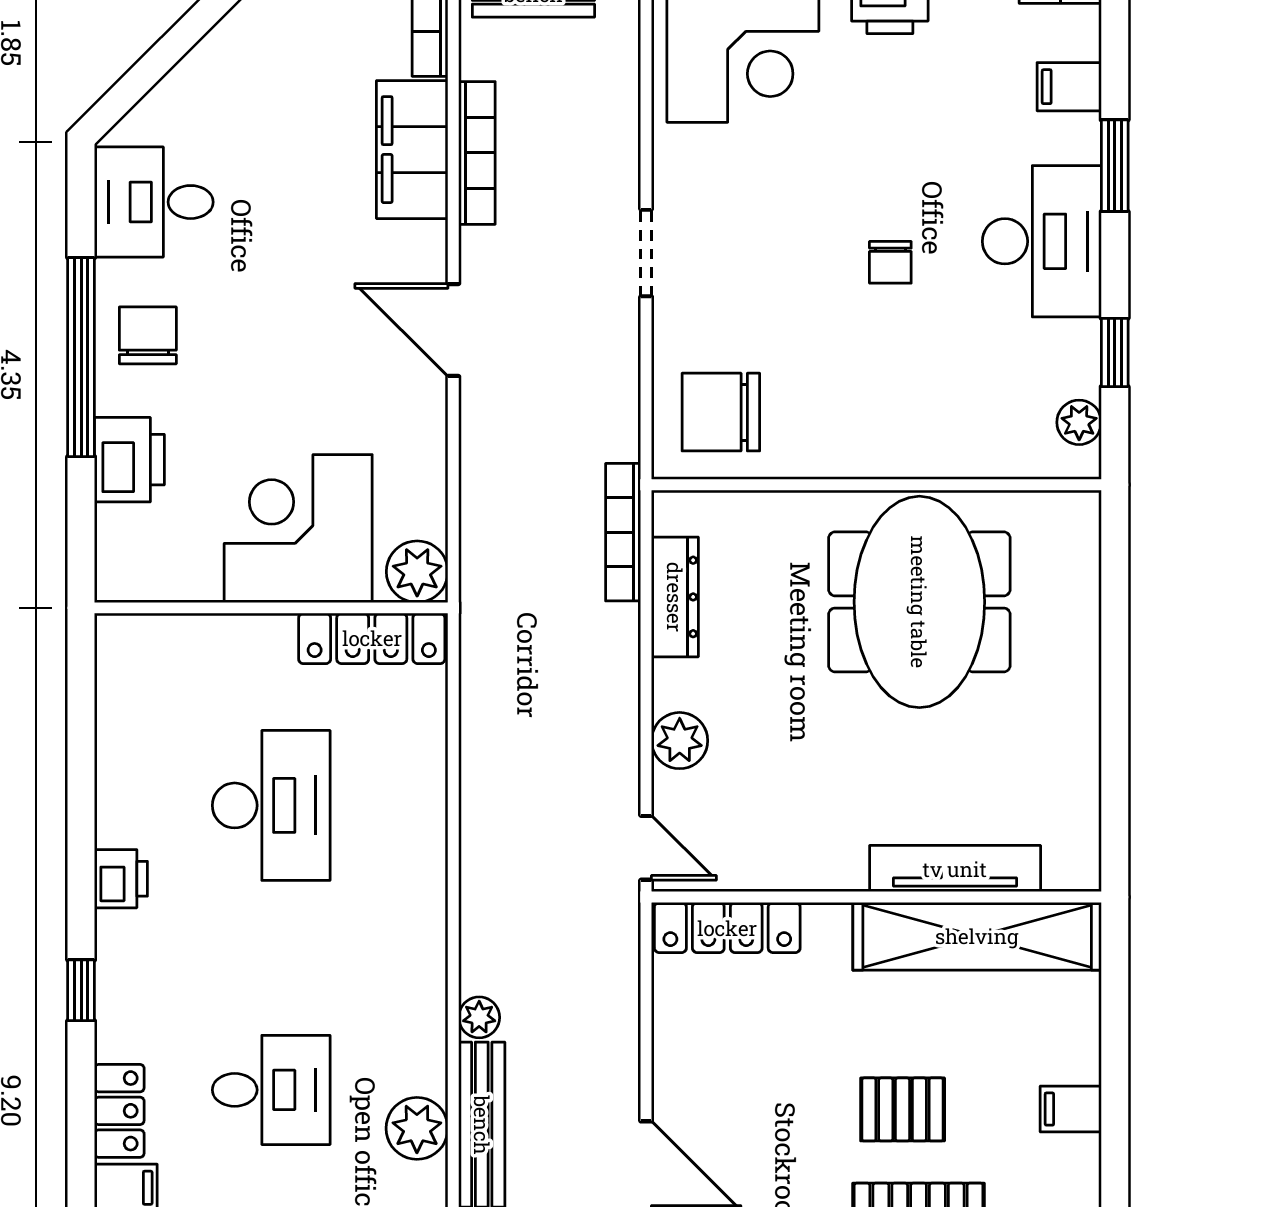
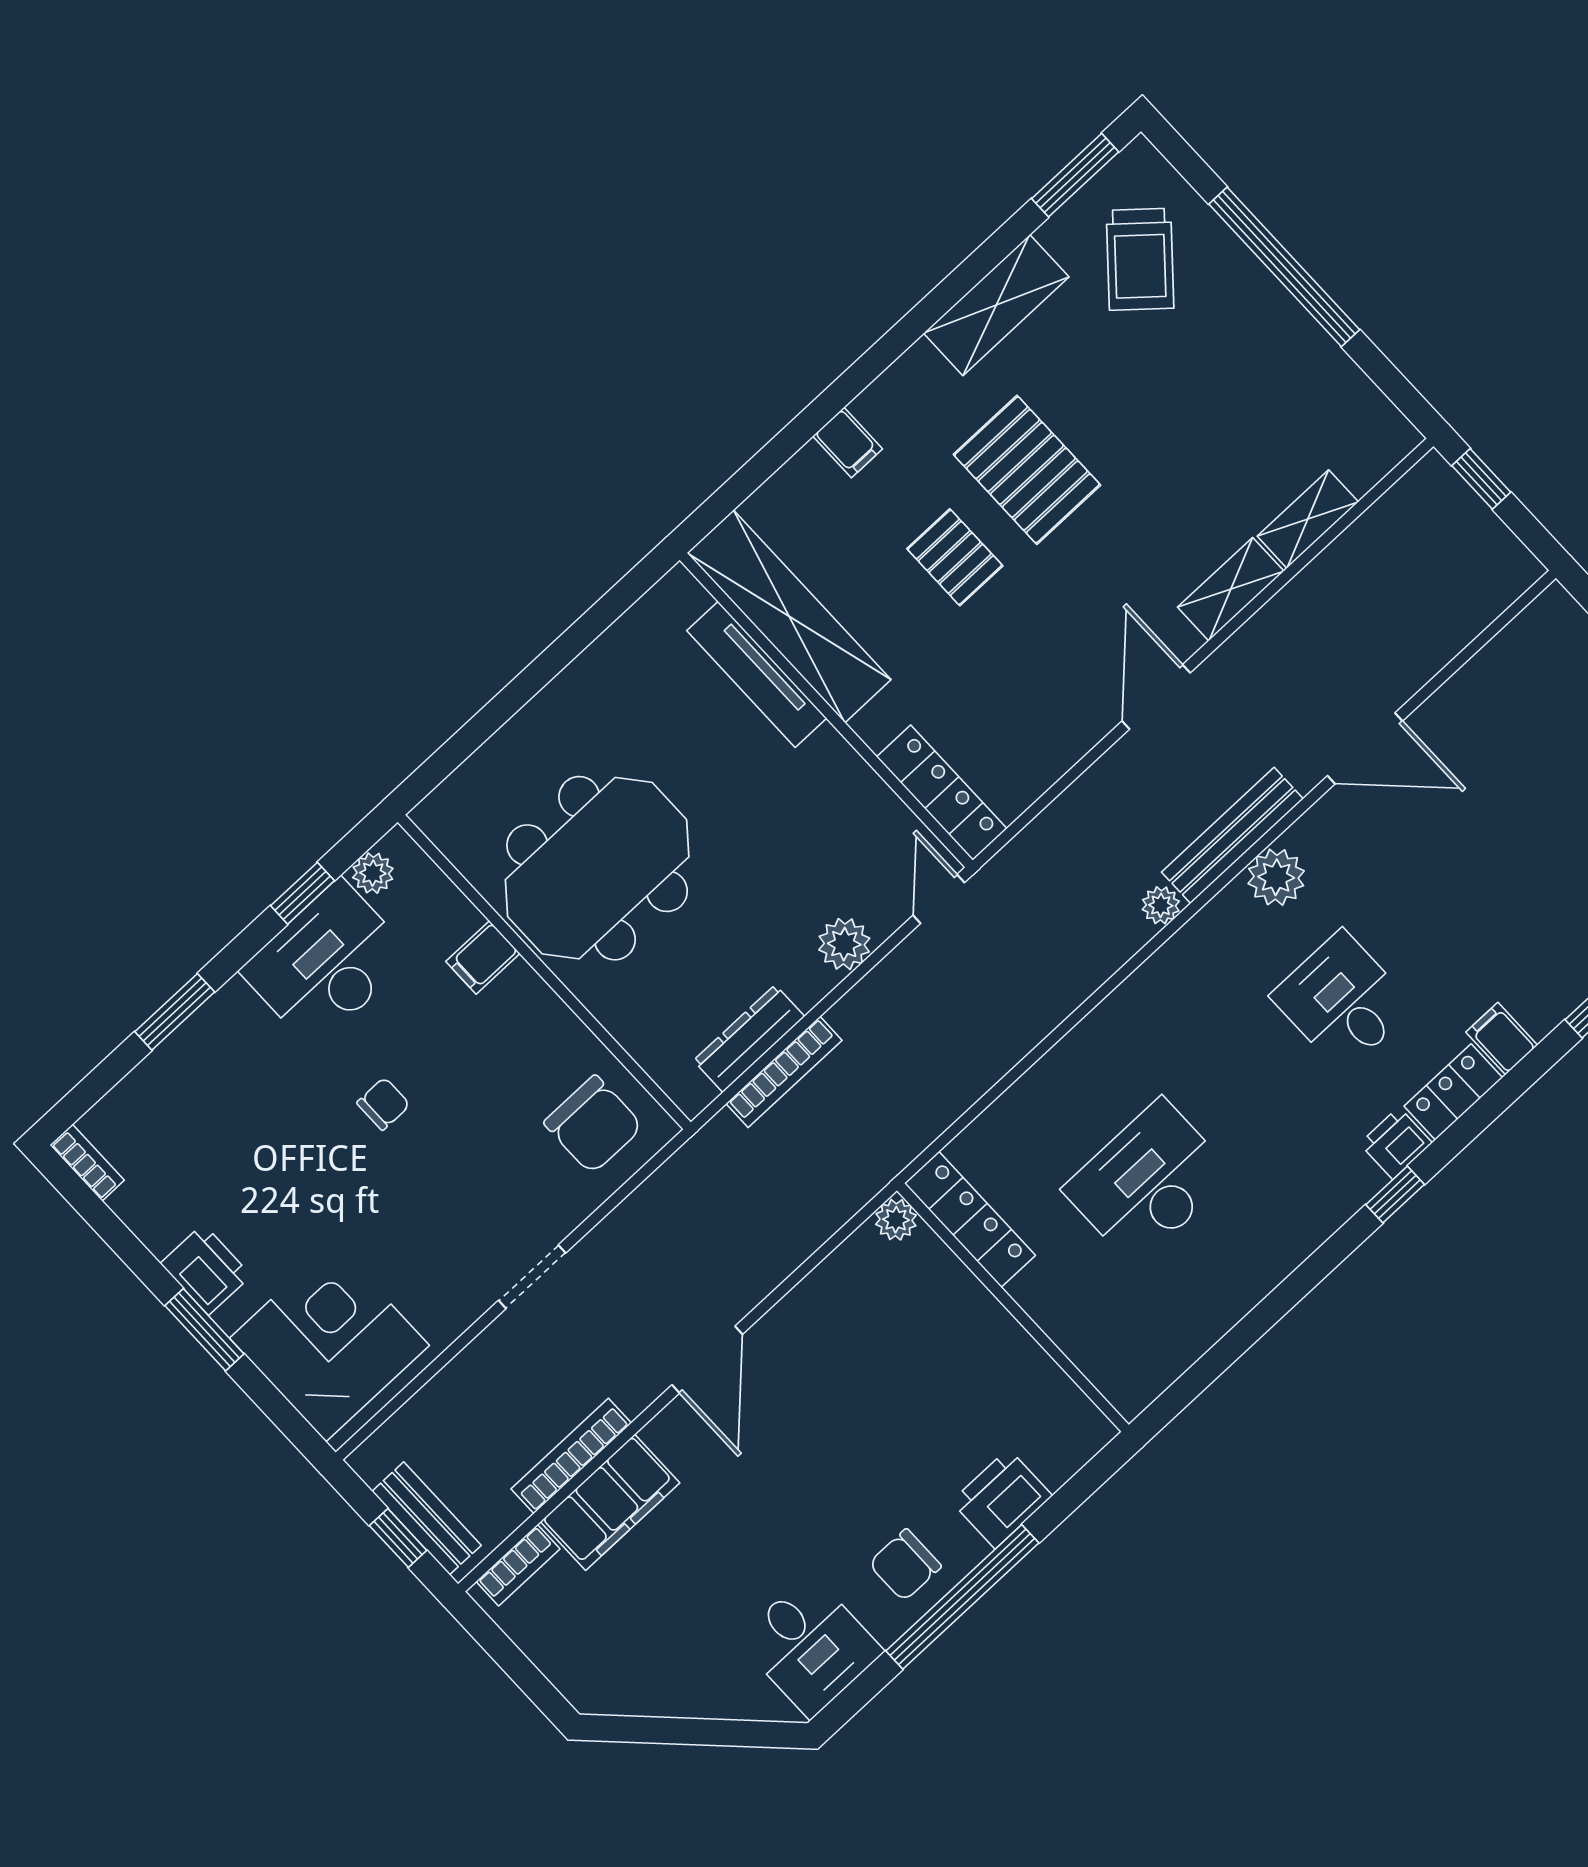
filing cabinet: (1069, 87) -> (483, 957), moved, turned 90
desk: (1042, 241) -> (327, 964), moved
corner desk: (298, 529) -> (942, 1340), removed
bookcase: (623, 532) -> (784, 1072), moved
plant: (417, 572) -> (896, 1220), width x0.73, depth x0.73
printer: (121, 879) -> (1396, 1143), moved

